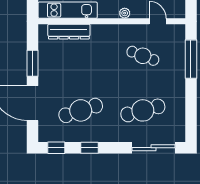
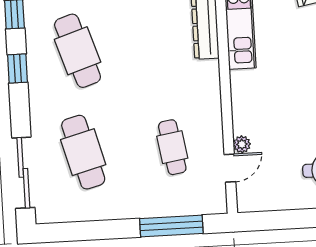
plant: (125, 13) -> (242, 144), moved
cafe table: (143, 56) -> (172, 147), turned -30

